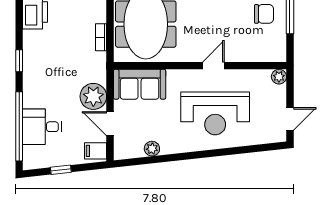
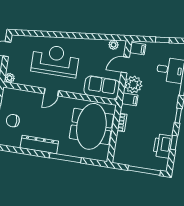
window: (19, 20) -> (174, 143), added
filing cabinet: (95, 73) -> (130, 99), added
door: (110, 124) -> (125, 65), swing flipped
plant: (152, 149) -> (114, 45), moved

